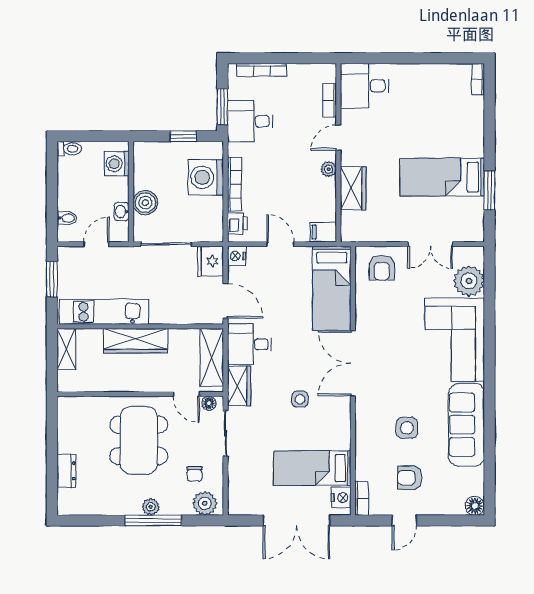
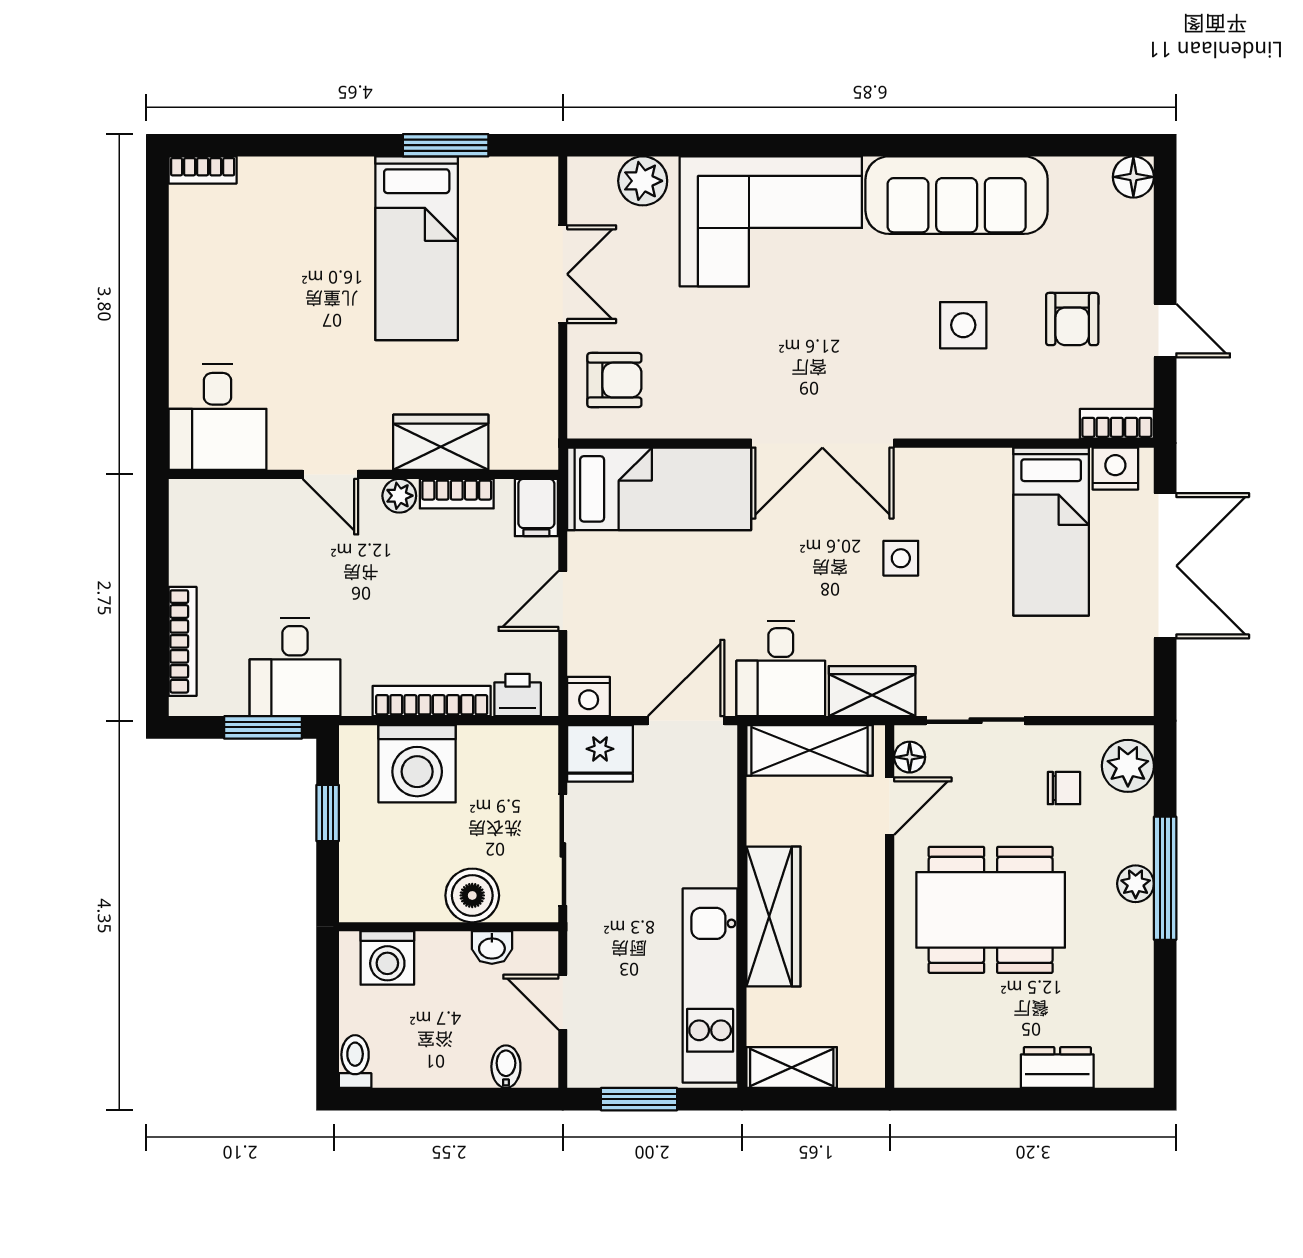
bookcase: (330, 100) -> (457, 494), moved
plant: (469, 281) -> (643, 181), width x0.73, depth x0.73

